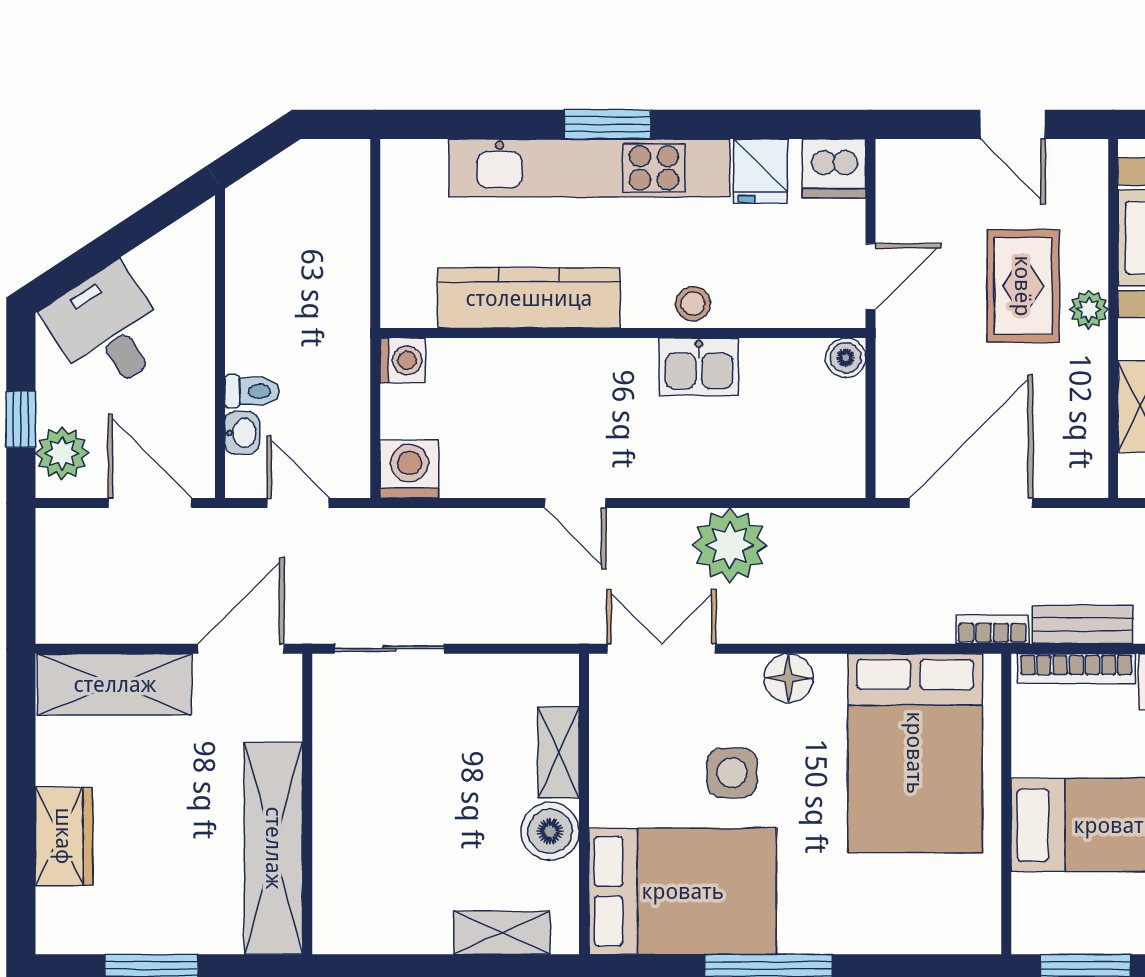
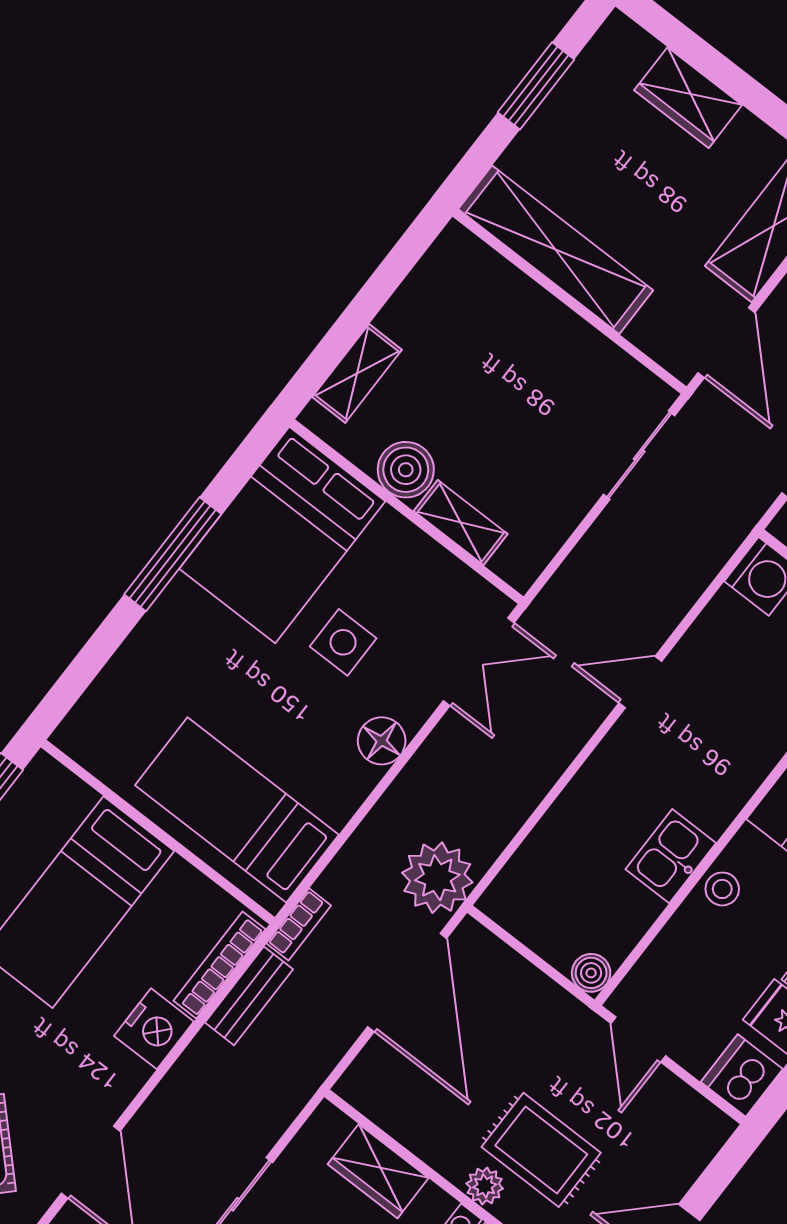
plant: (730, 545) -> (437, 878), moved
bed: (915, 753) -> (237, 810), width x0.67

